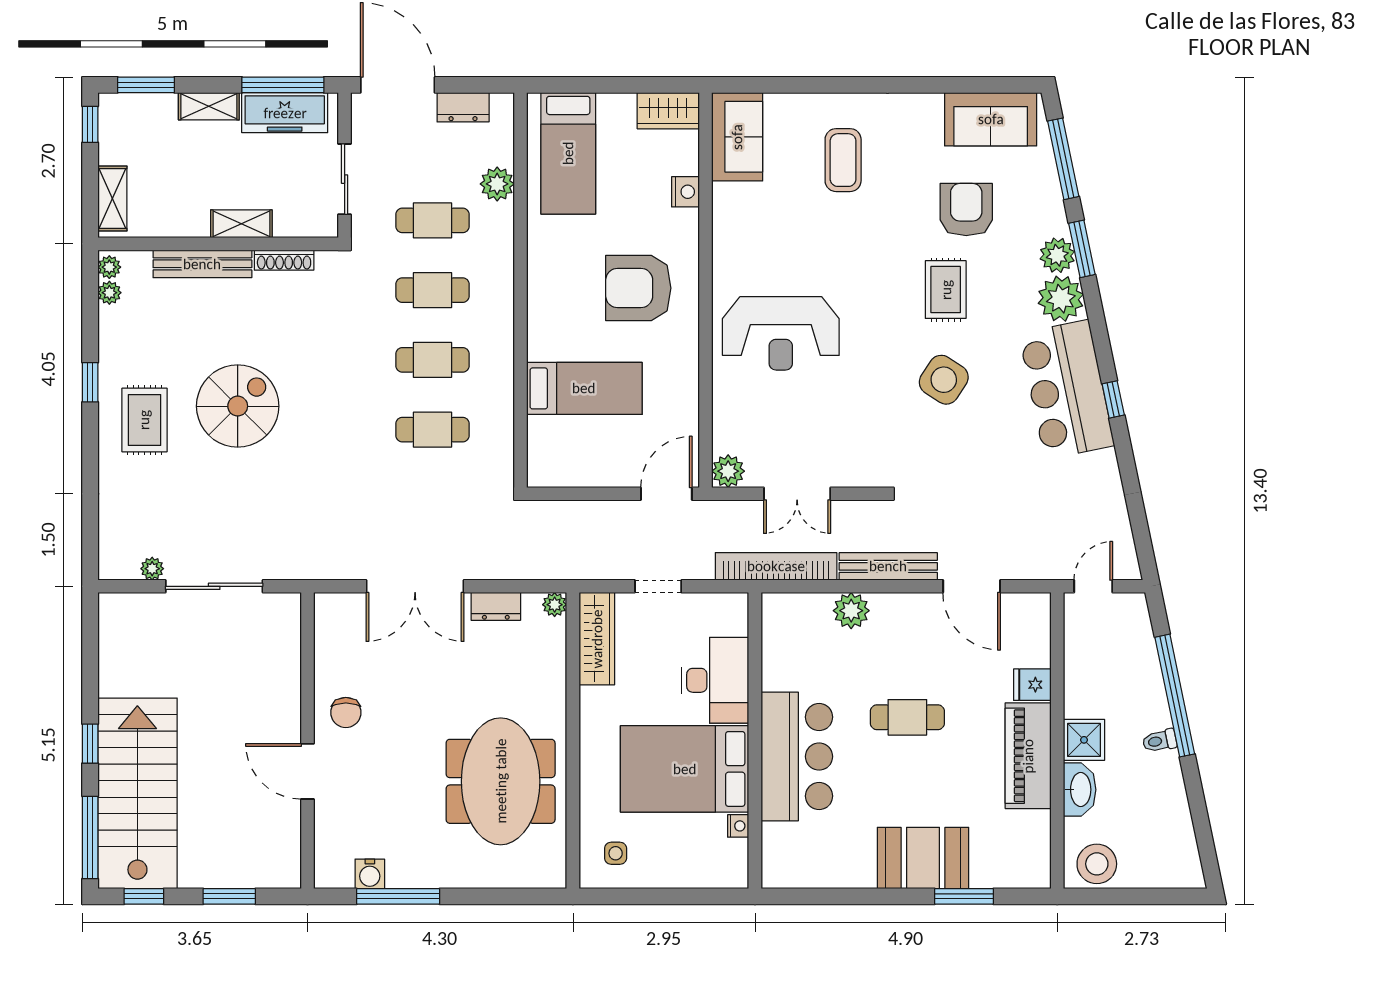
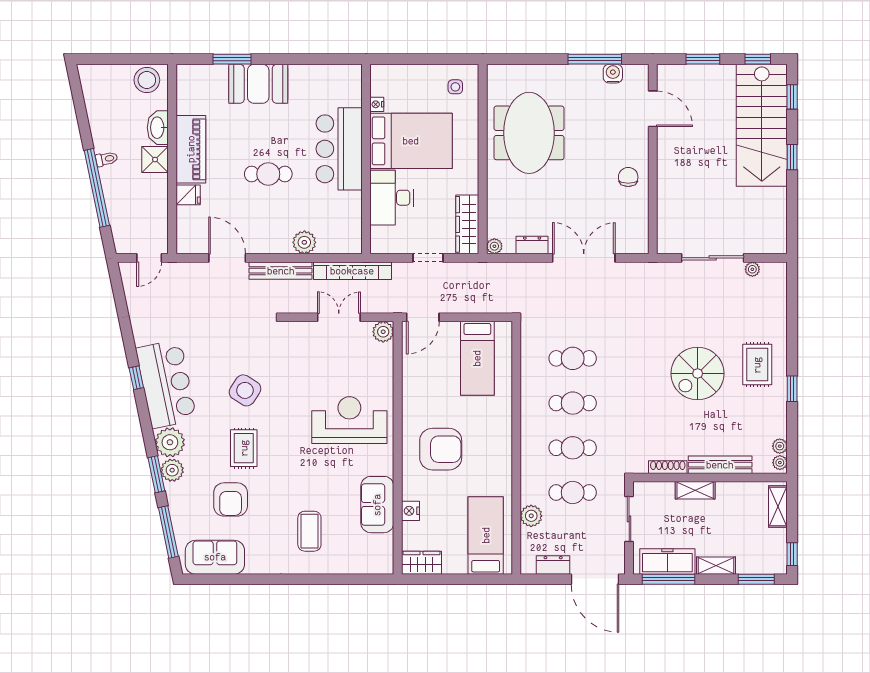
sofa: (737, 137) -> (377, 505), moved
bed: (584, 388) -> (477, 358), moved, turned -90
door: (308, 771) -> (653, 109), moved
window: (90, 837) -> (792, 97), width x0.46

